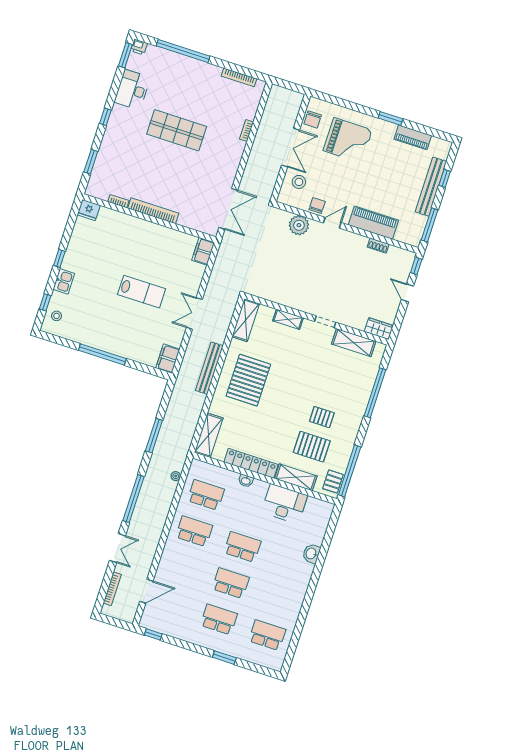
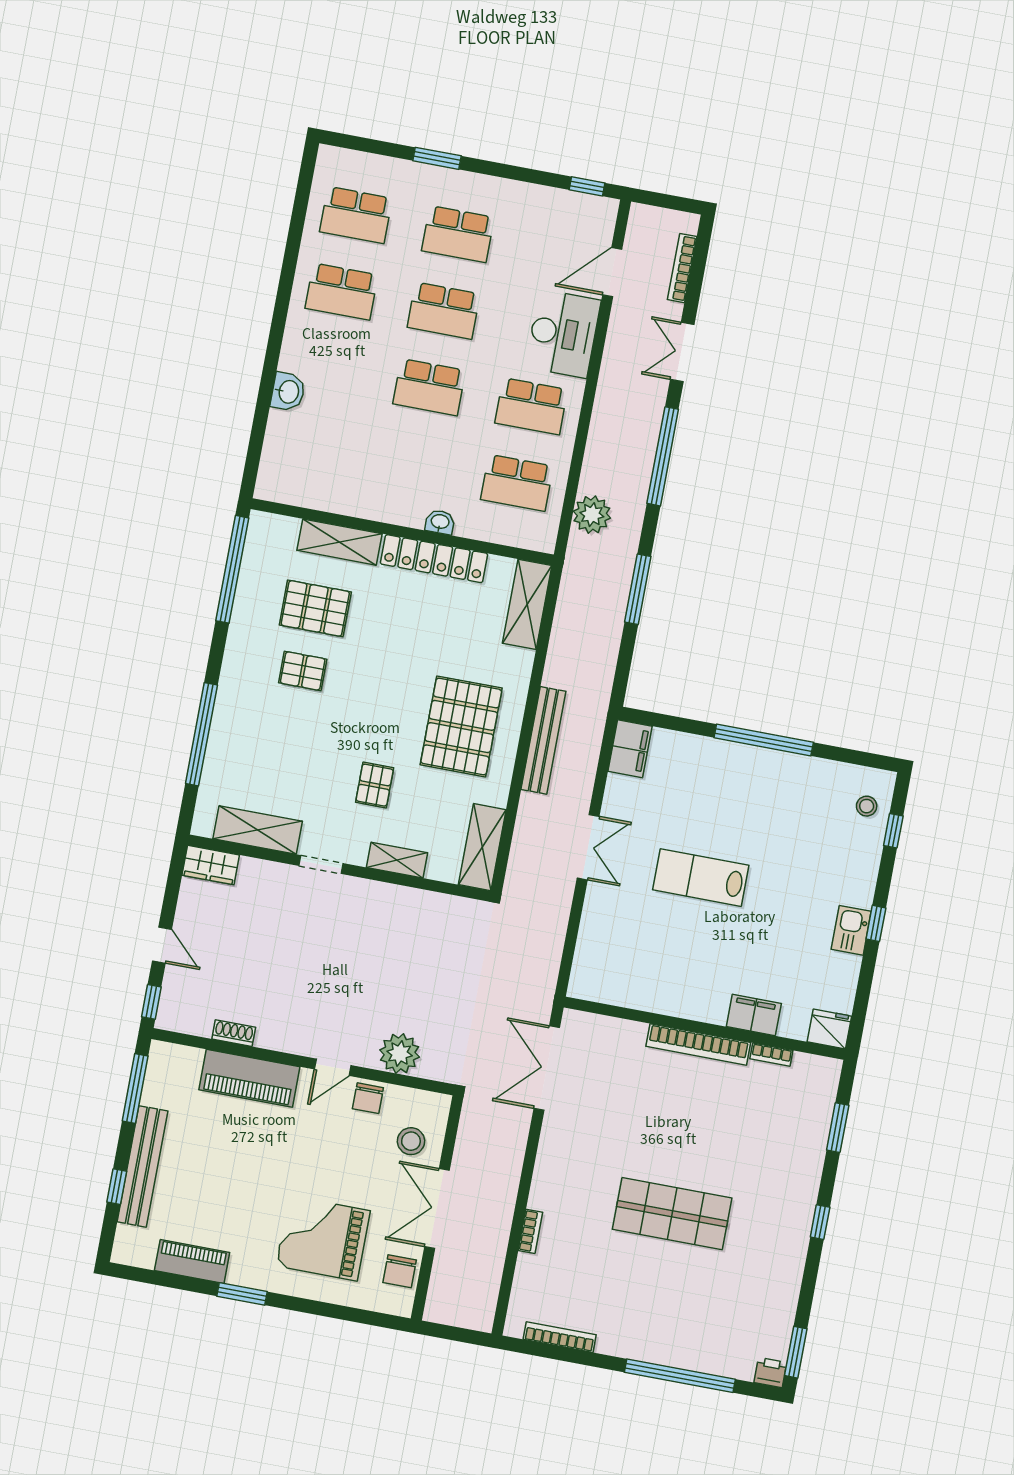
desk: (132, 90) -> (773, 1284), removed
chair: (313, 119) -> (400, 1271), turned 180
filing cabinet: (203, 251) -> (754, 1015), moved, turned -90
kitchen sink: (64, 281) -> (851, 930), moved
plant: (176, 476) -> (592, 515), width x1.88, depth x1.88
pallet: (333, 482) -> (375, 785), moved
desk: (284, 504) -> (563, 334), moved, turned -90
school desk: (279, 599) -> (342, 292), added

